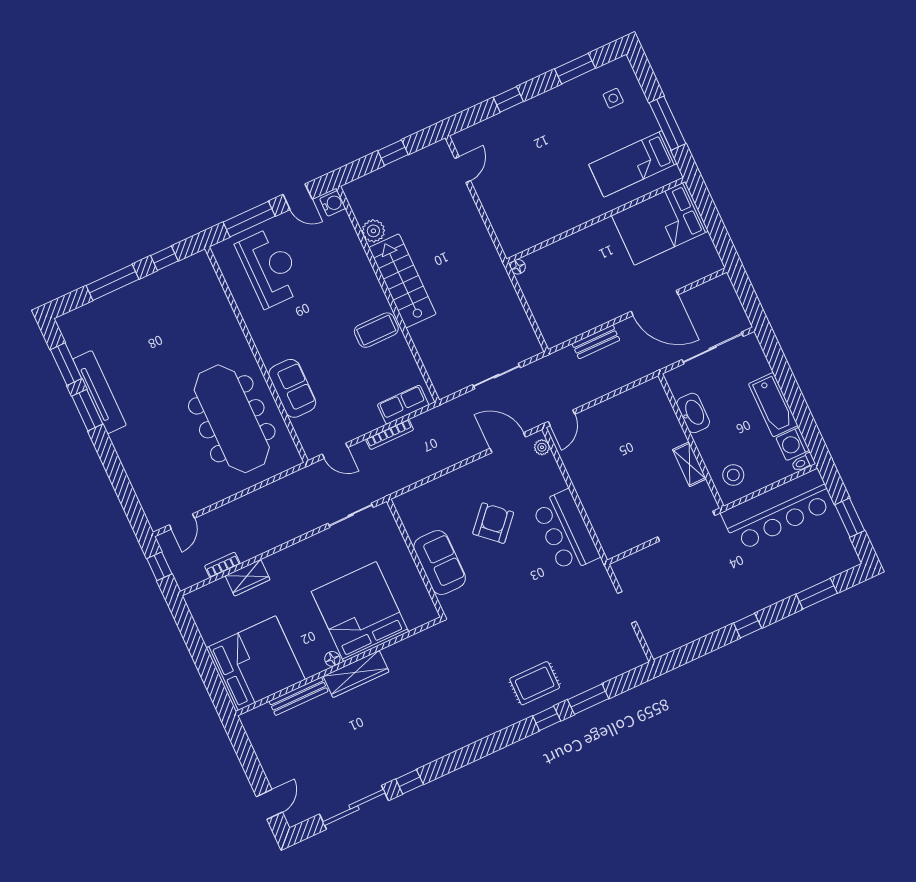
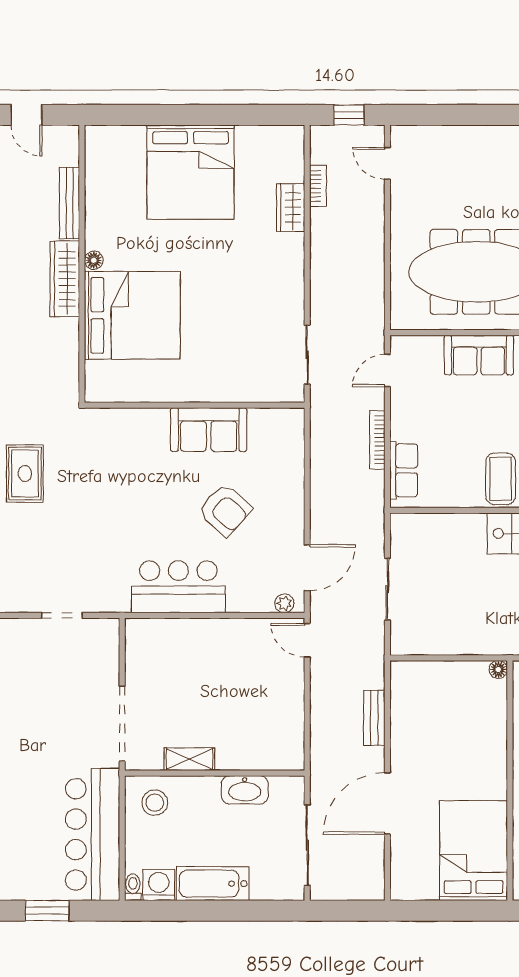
bed: (360, 612) -> (132, 315), moved
floor lamp: (332, 659) -> (94, 260), moved
wall: (339, 666) -> (82, 264), moved
wardrobe: (356, 674) -> (65, 279), moved
bench: (298, 696) -> (70, 203), moved

